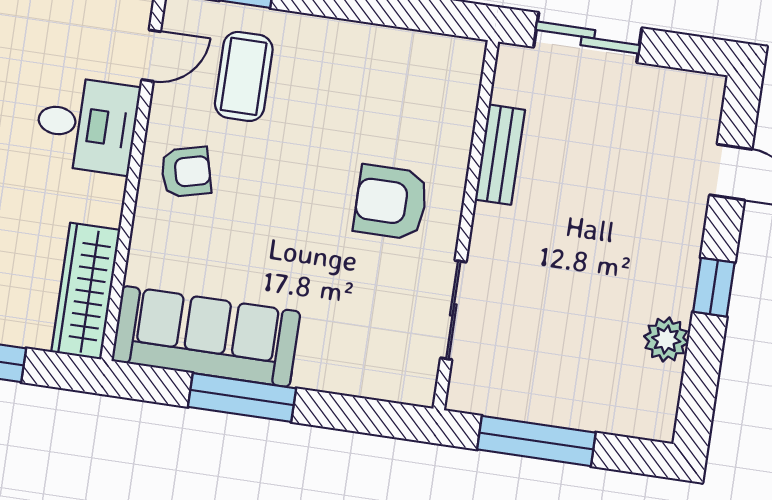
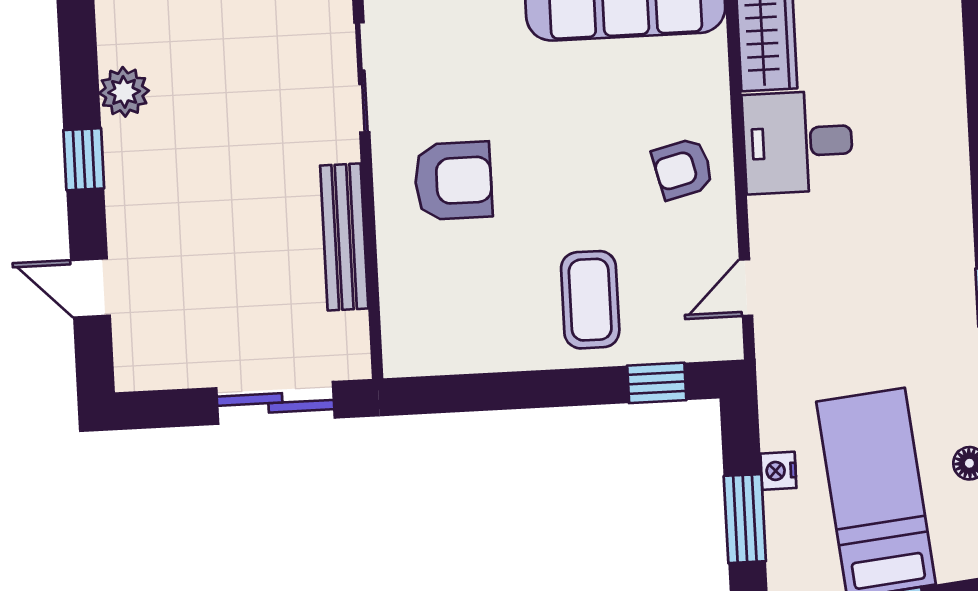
coffee table: (244, 76) -> (590, 300), moved
desk: (87, 125) -> (798, 142), moved
bench: (500, 155) -> (344, 237), width x1.36

